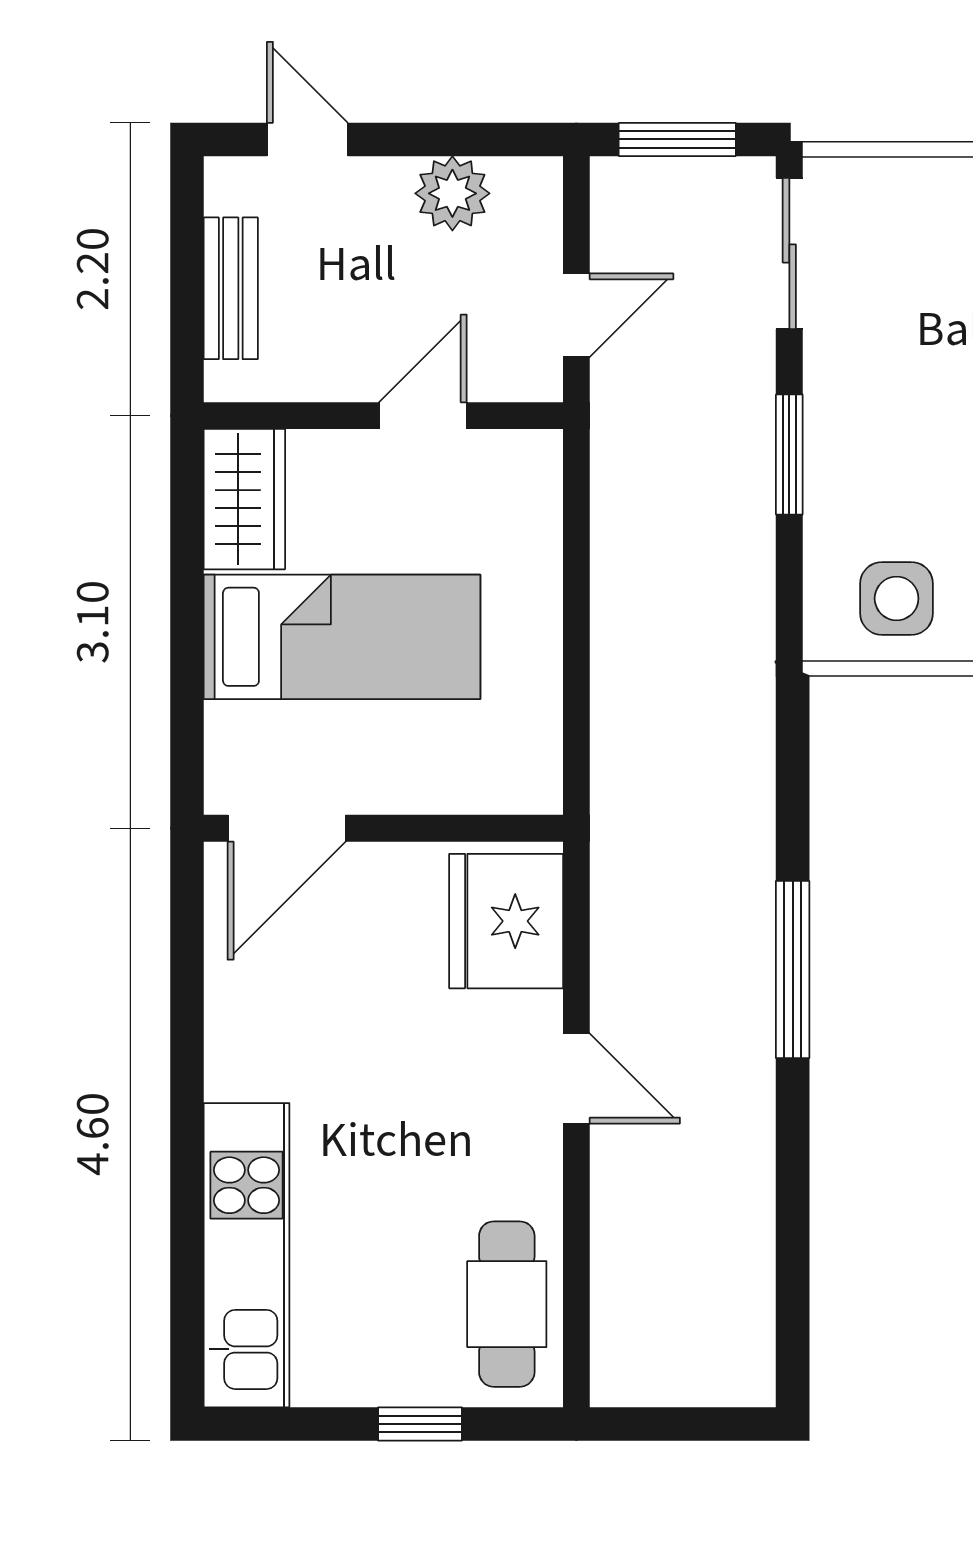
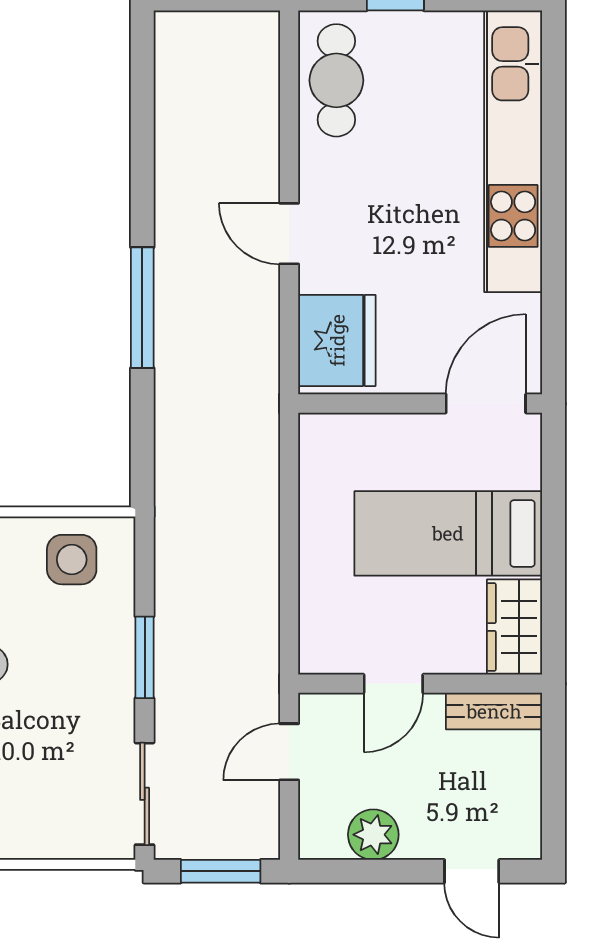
bench: (231, 288) -> (494, 711), moved, turned 90
kitchen unit: (247, 1255) -> (513, 151), width x1.36

